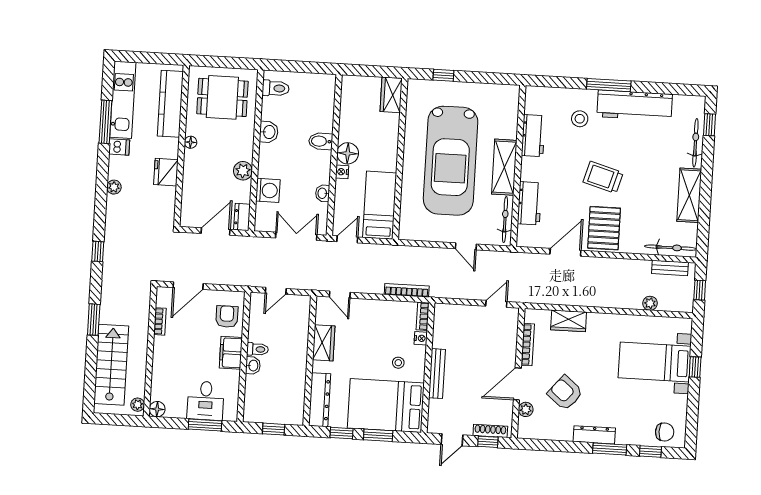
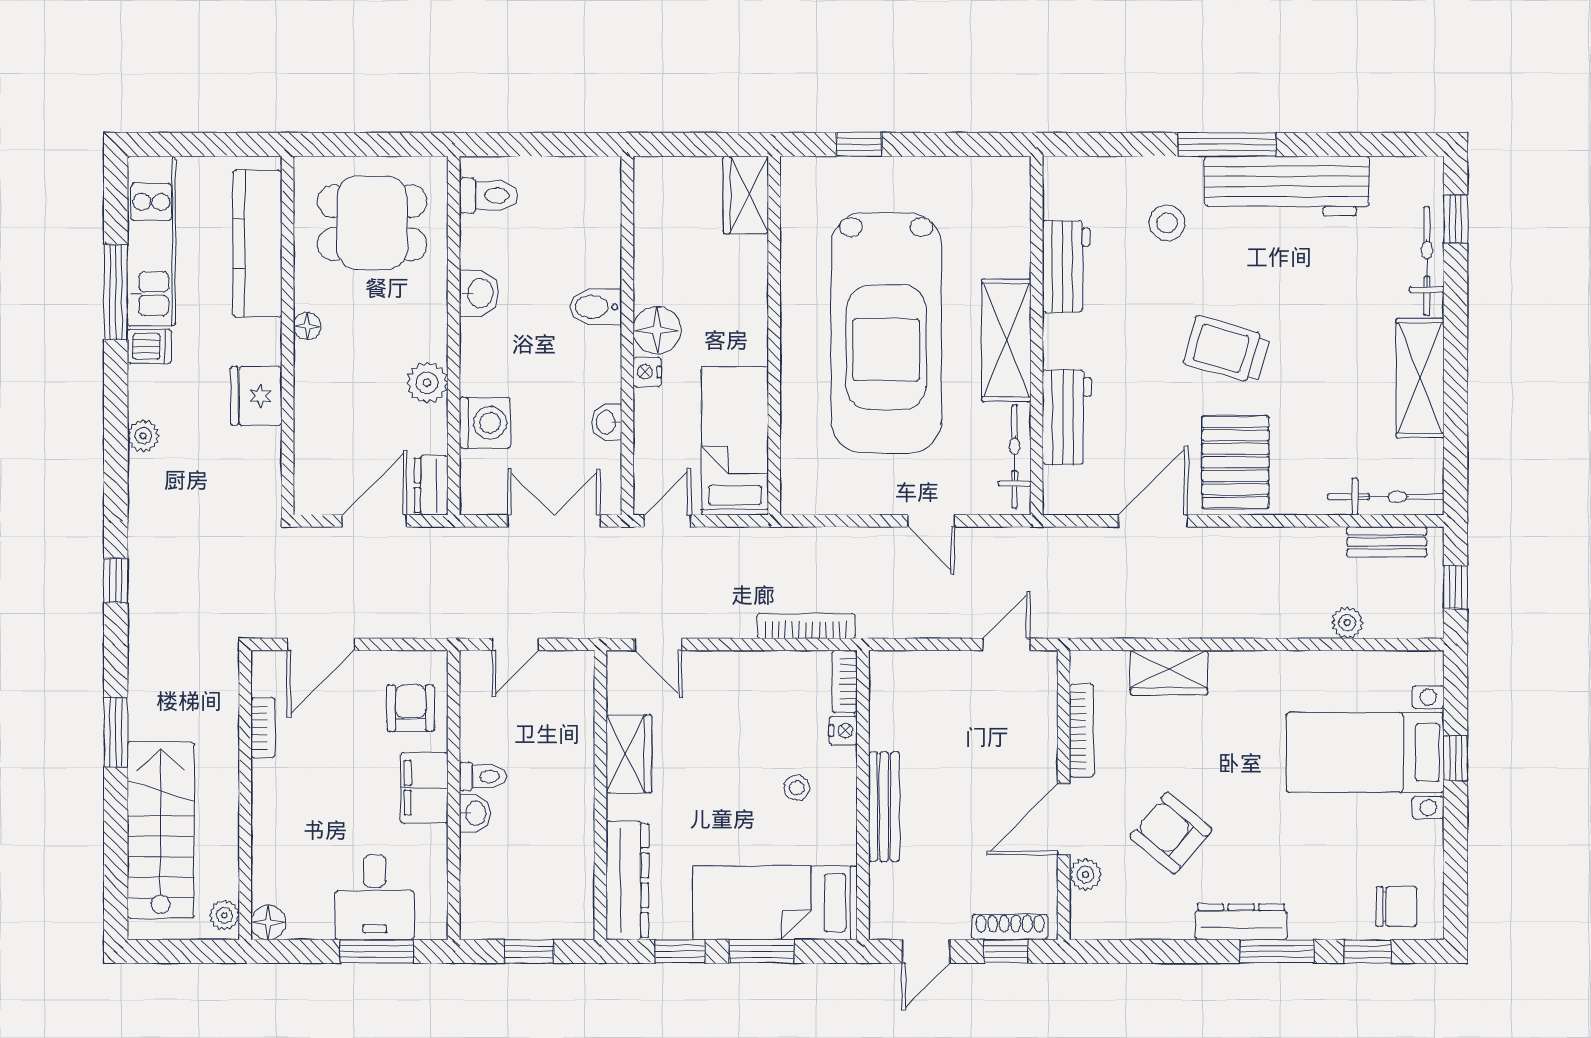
bed: (386, 406) -> (775, 903), width x0.67

